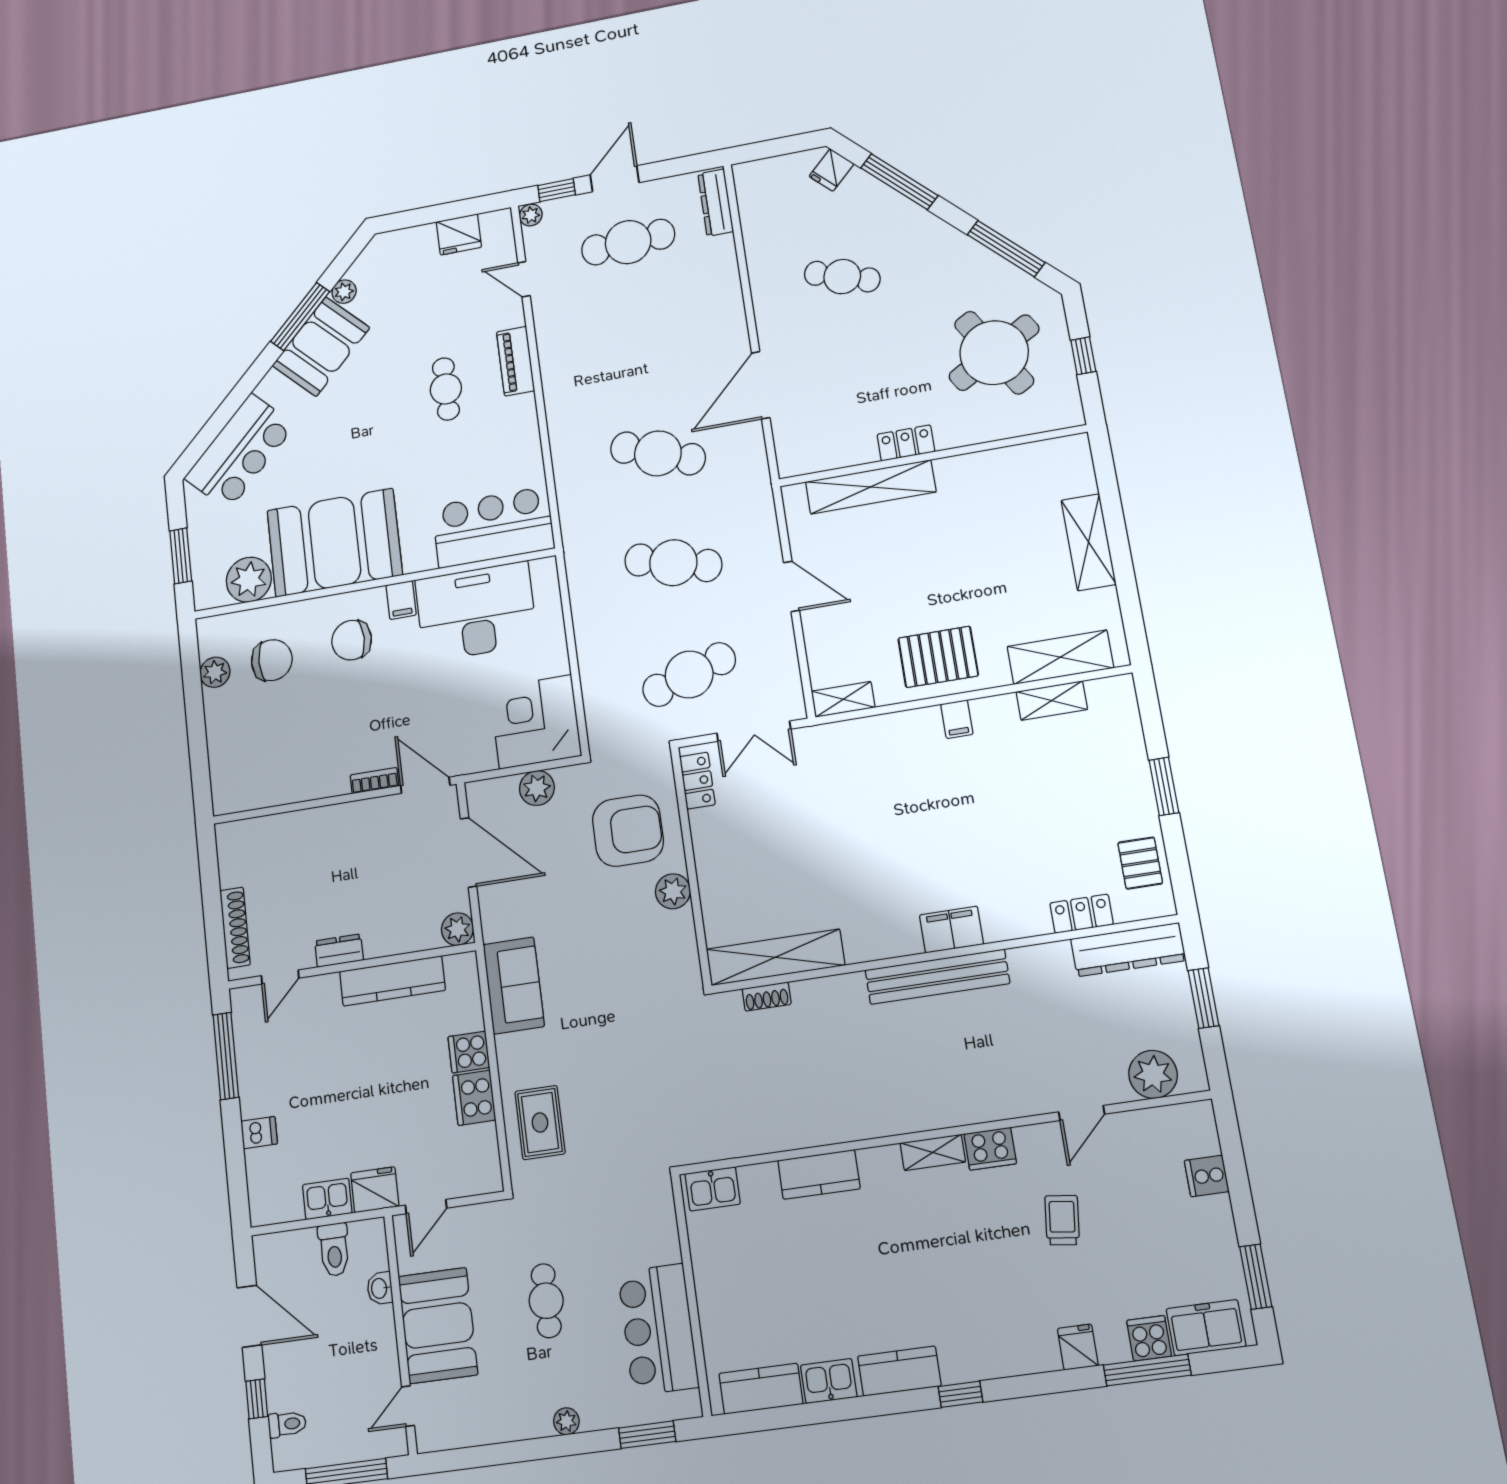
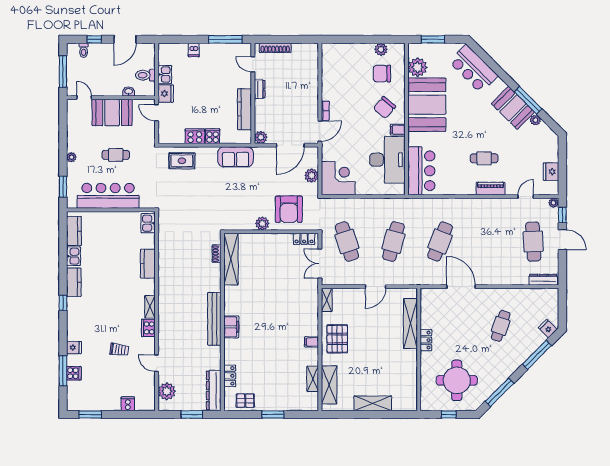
round table: (994, 353) -> (457, 380), turned 30
chair: (352, 640) -> (385, 107), turned -140
chair: (272, 660) -> (382, 74), turned 90
freezer: (1206, 1328) -> (75, 394), removed
bar counter: (658, 1329) -> (108, 196), width x1.36

